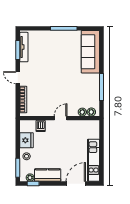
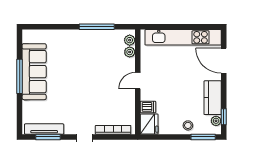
sofa: (90, 52) -> (34, 72), moved, turned -90
door: (61, 118) -> (138, 81), hinge flipped
fridge: (26, 140) -> (149, 124), moved, turned 90
kitchen unit: (93, 160) -> (183, 37), width x1.36

